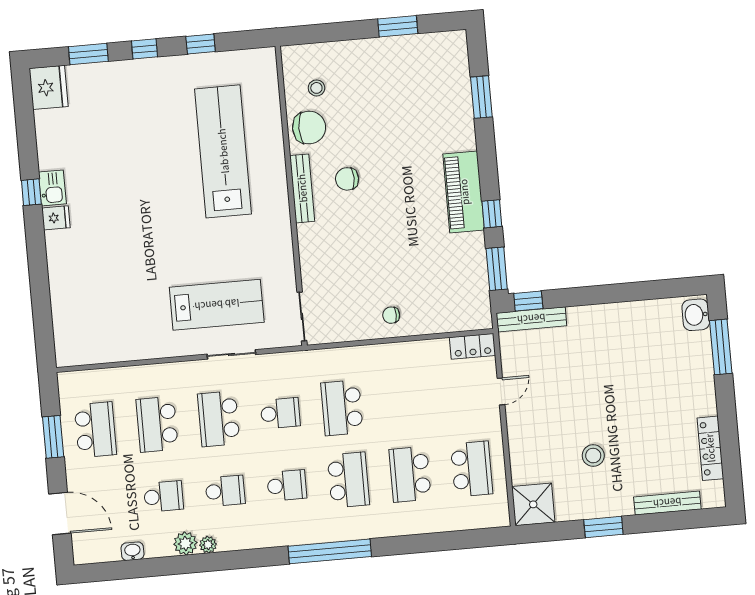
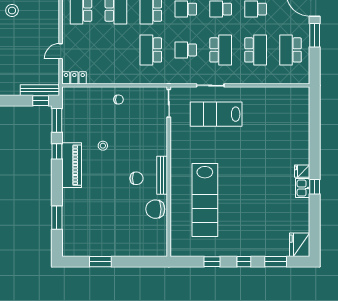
stool: (316, 88) -> (103, 146), moved
school desk: (342, 408) -> (151, 50), turned 180
window: (53, 437) -> (315, 35), moved

